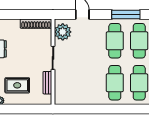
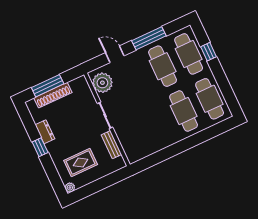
window: (20, 14) -> (48, 86), added
window: (126, 14) -> (149, 38), moved
shoe rack: (36, 24) -> (53, 95), moved

